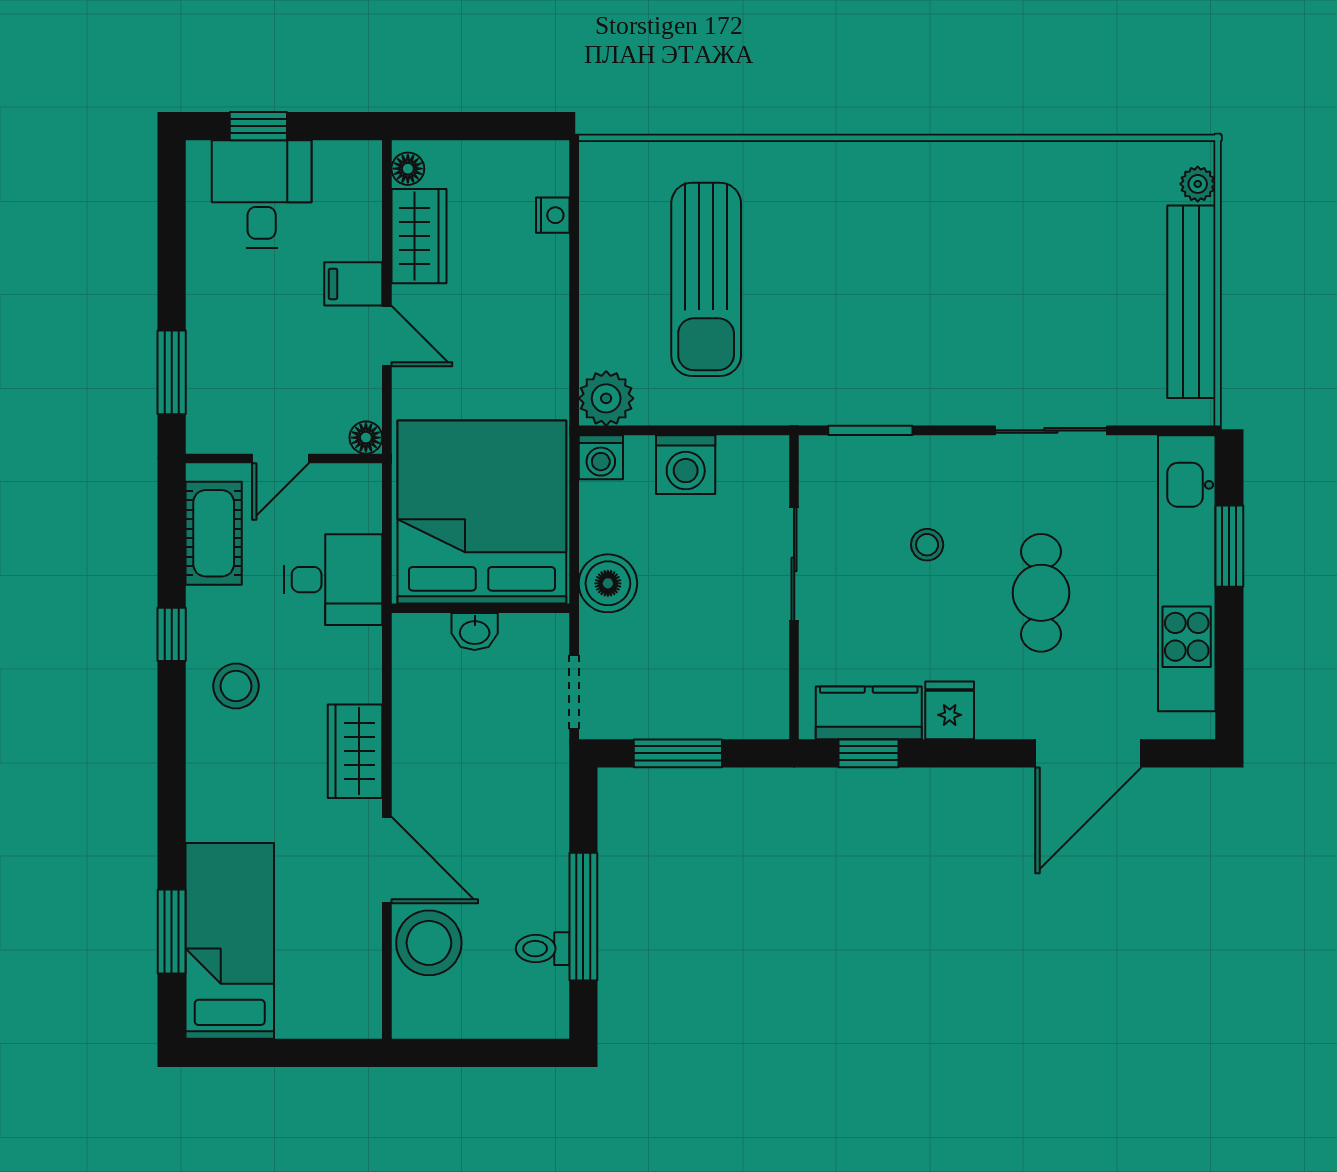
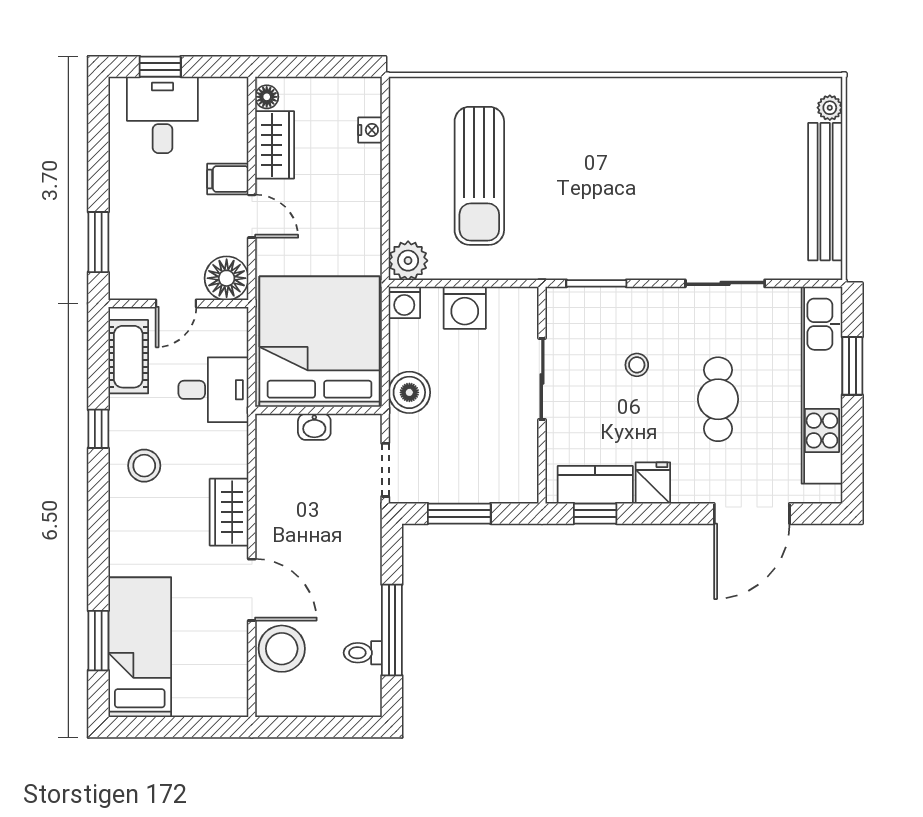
floor lamp: (366, 438) -> (227, 278), width x1.89, depth x1.89

